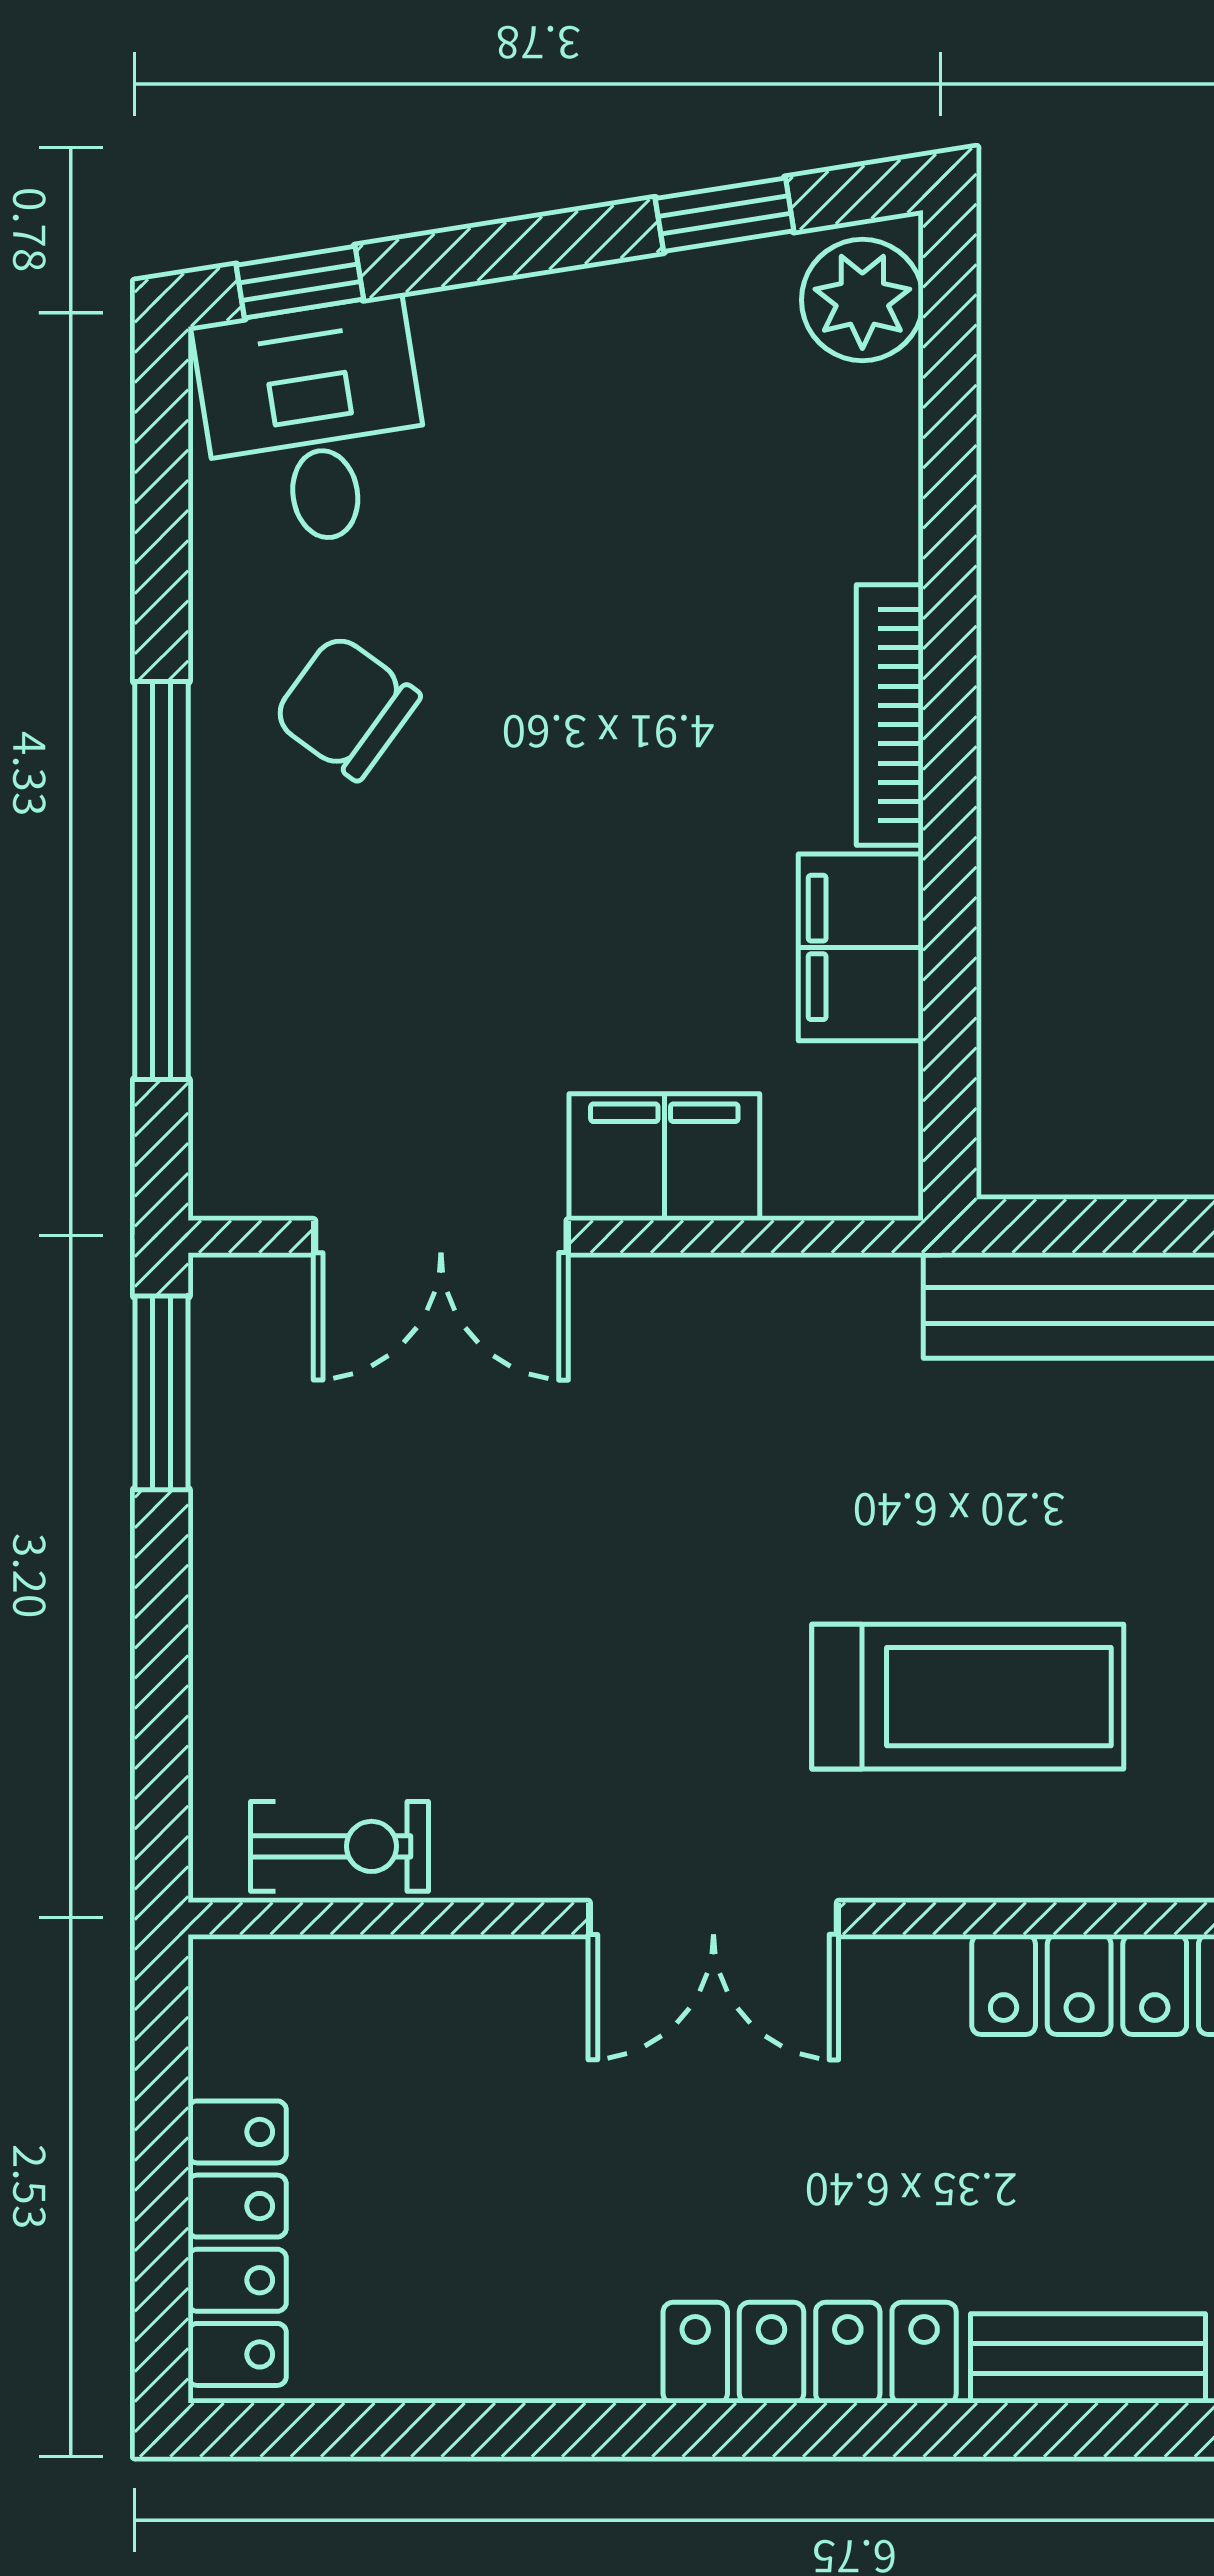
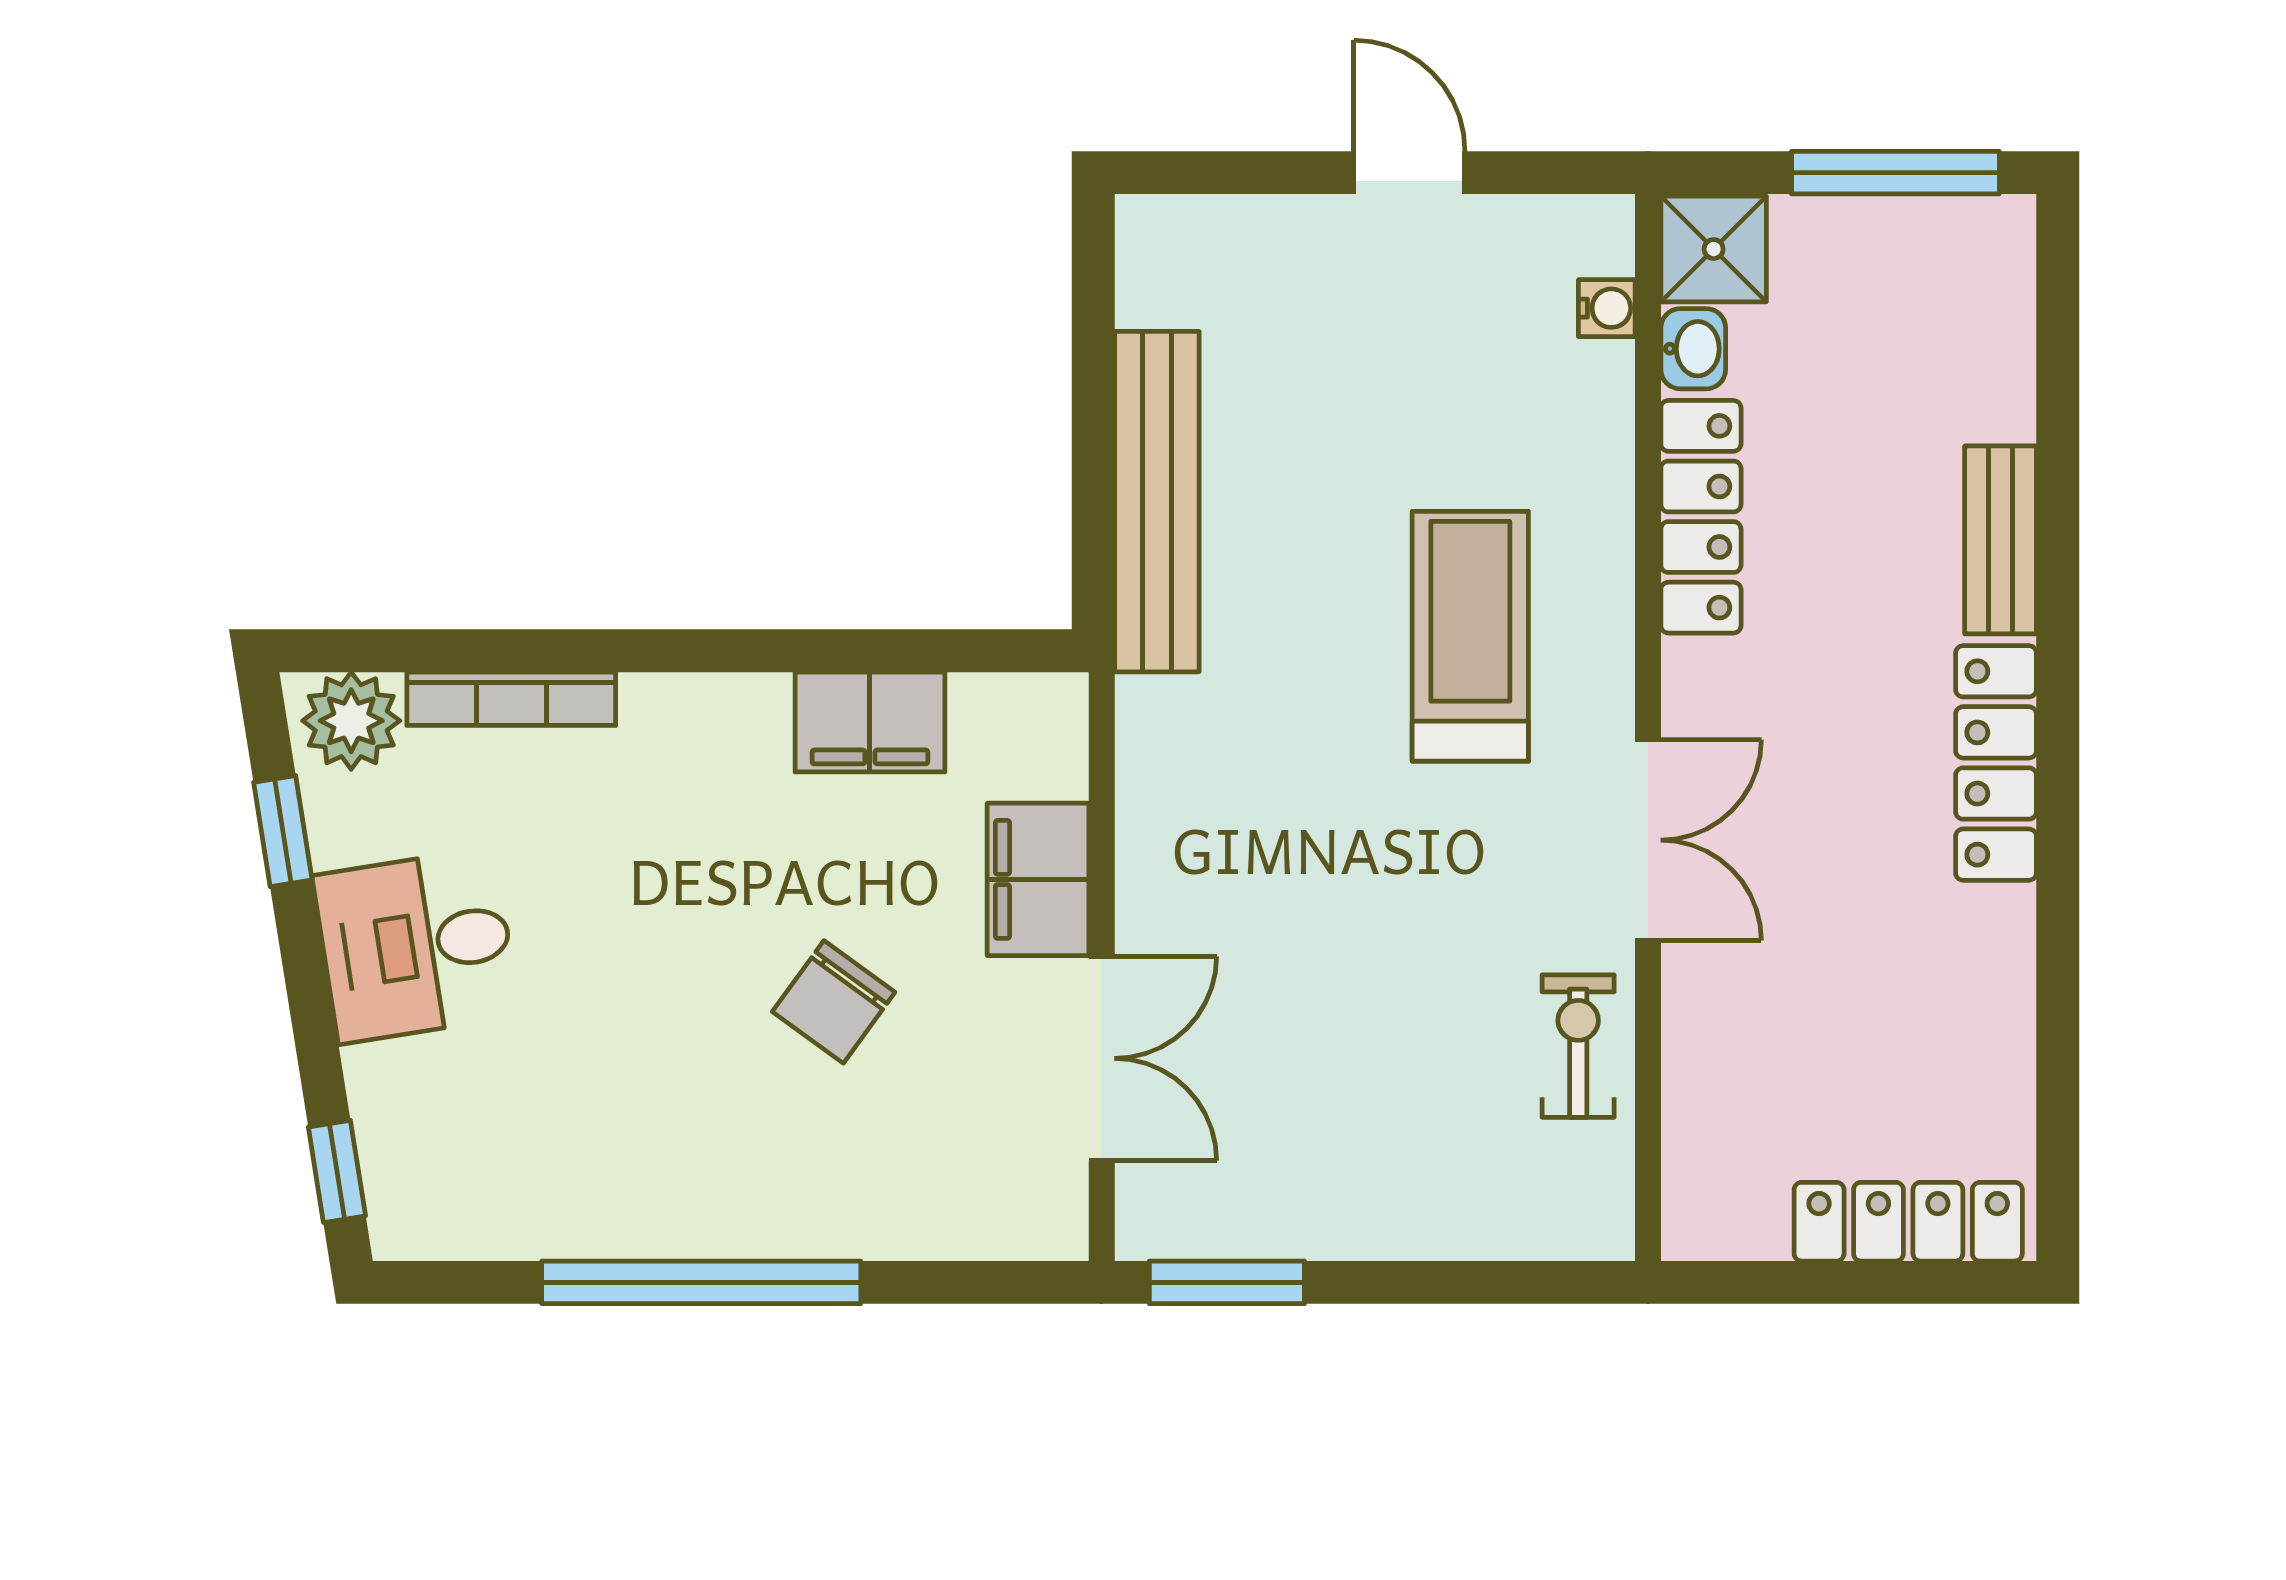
desk: (314, 424) -> (416, 946), moved
chair: (346, 707) -> (834, 1002), moved
bookcase: (890, 715) -> (511, 699), moved
window: (161, 881) -> (701, 1282), moved
exercise bike: (339, 1846) -> (1578, 1046), moved

